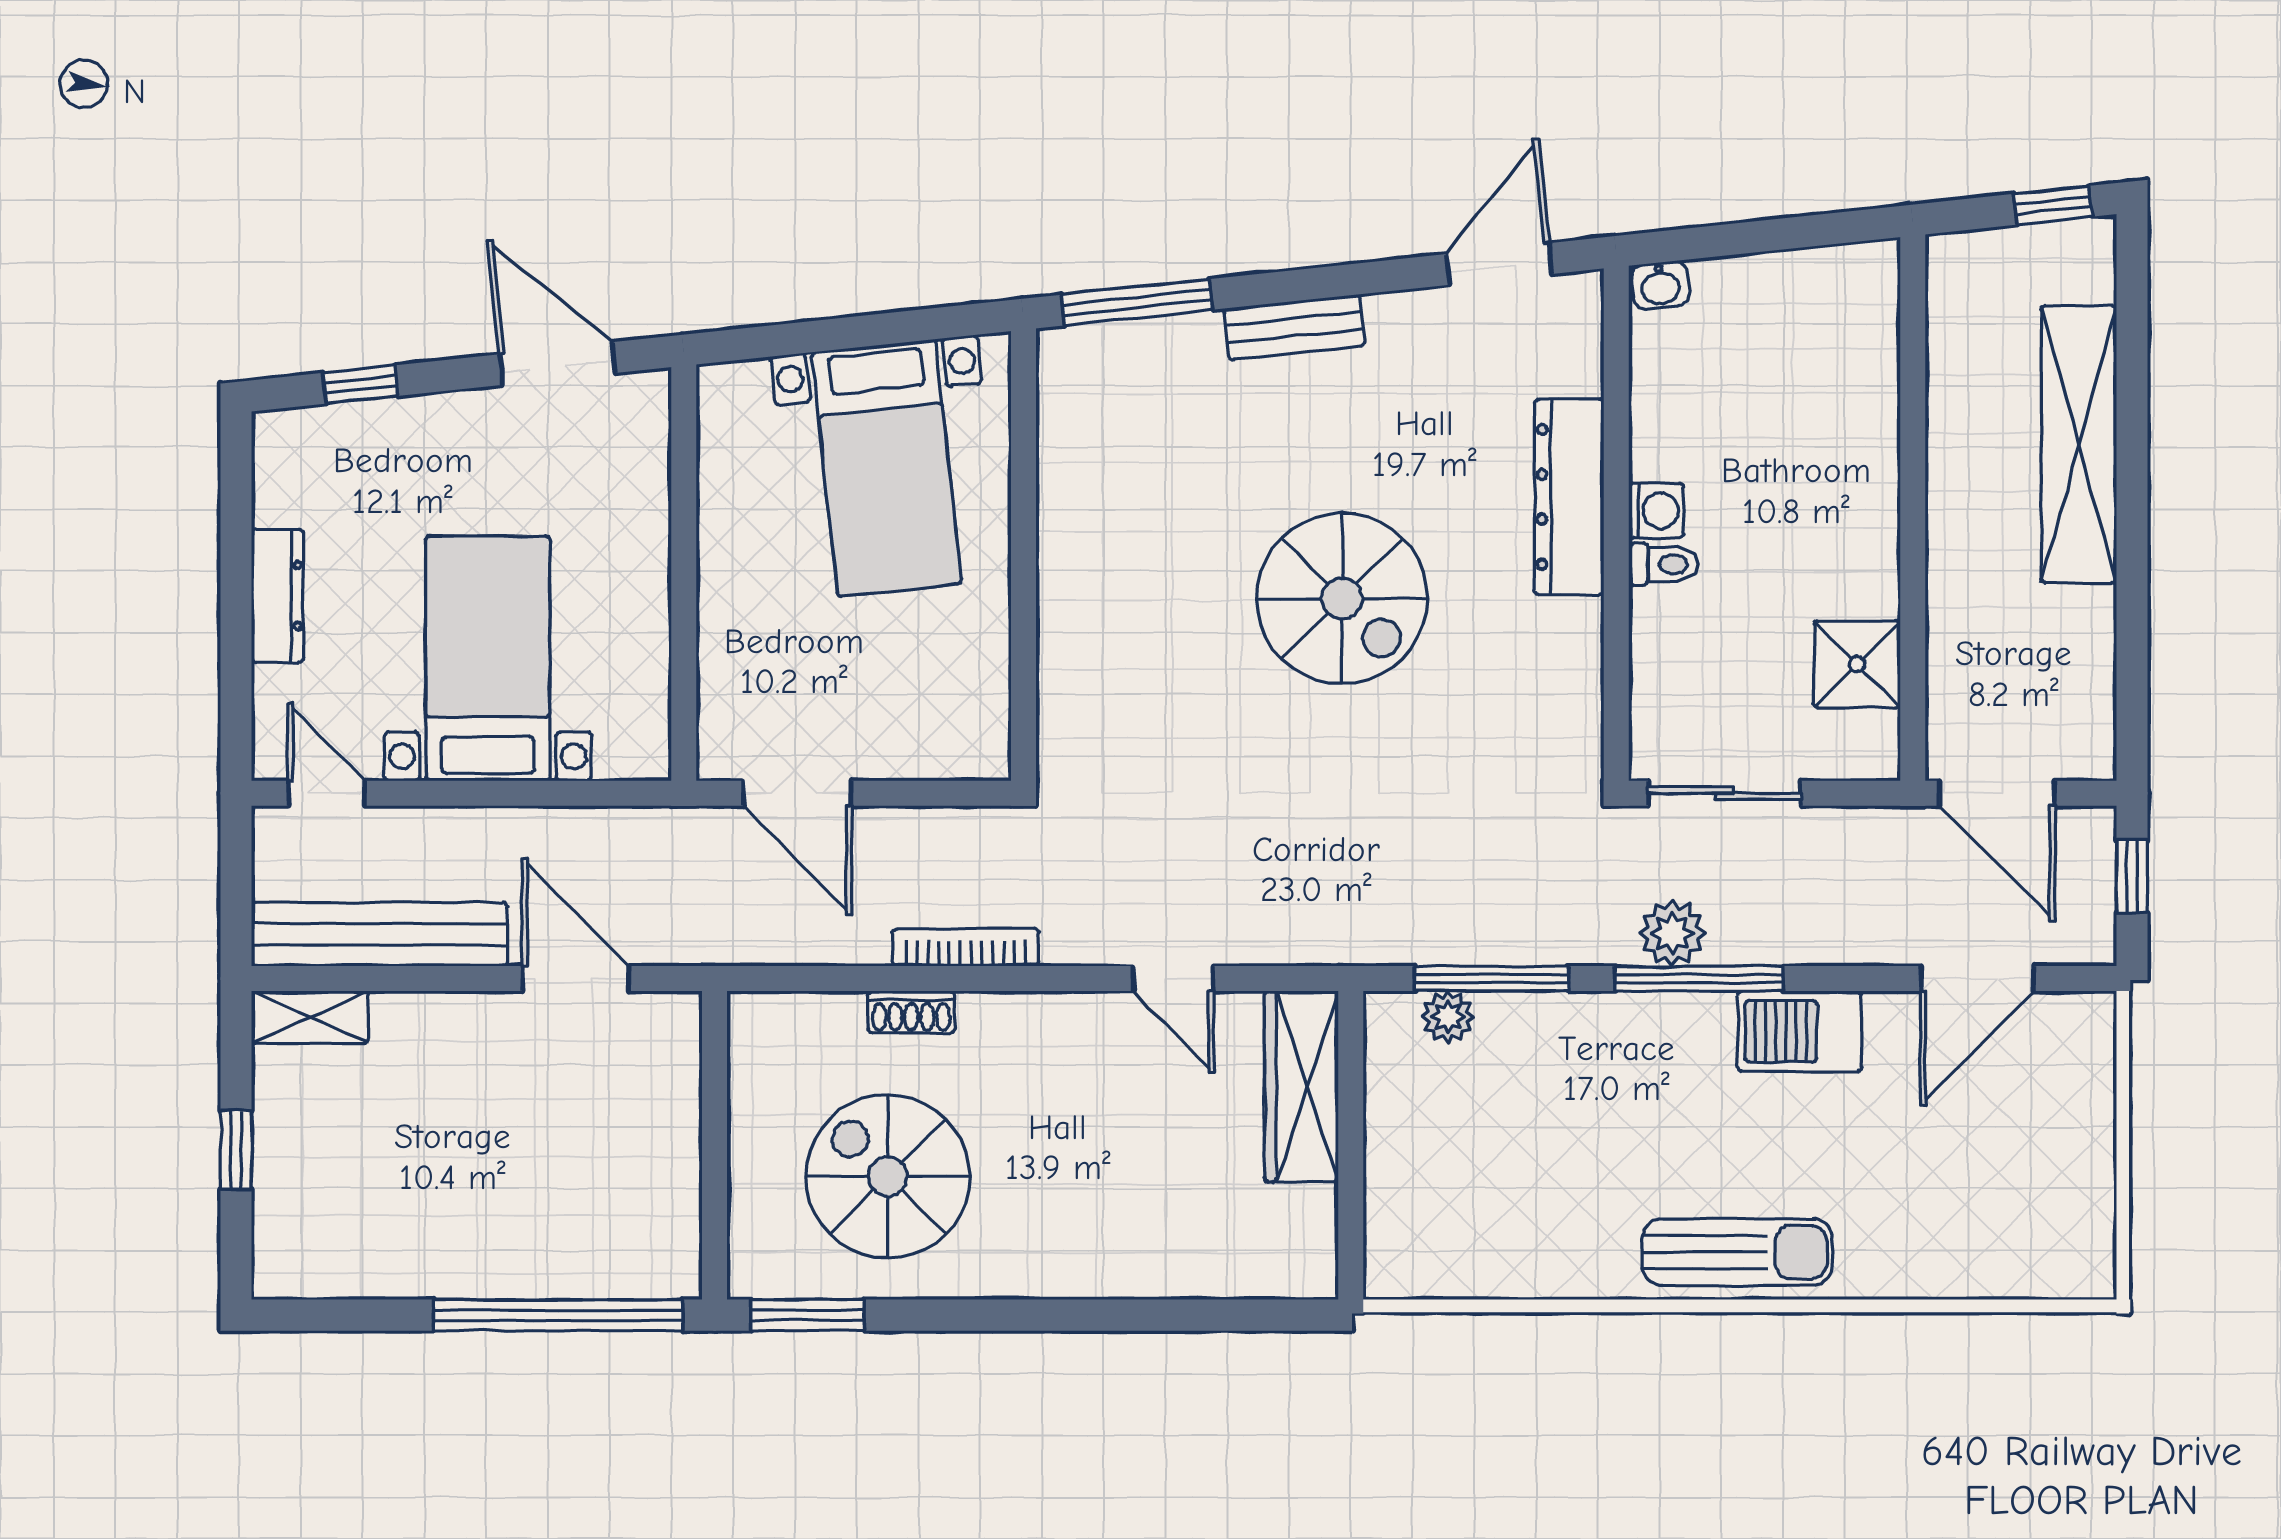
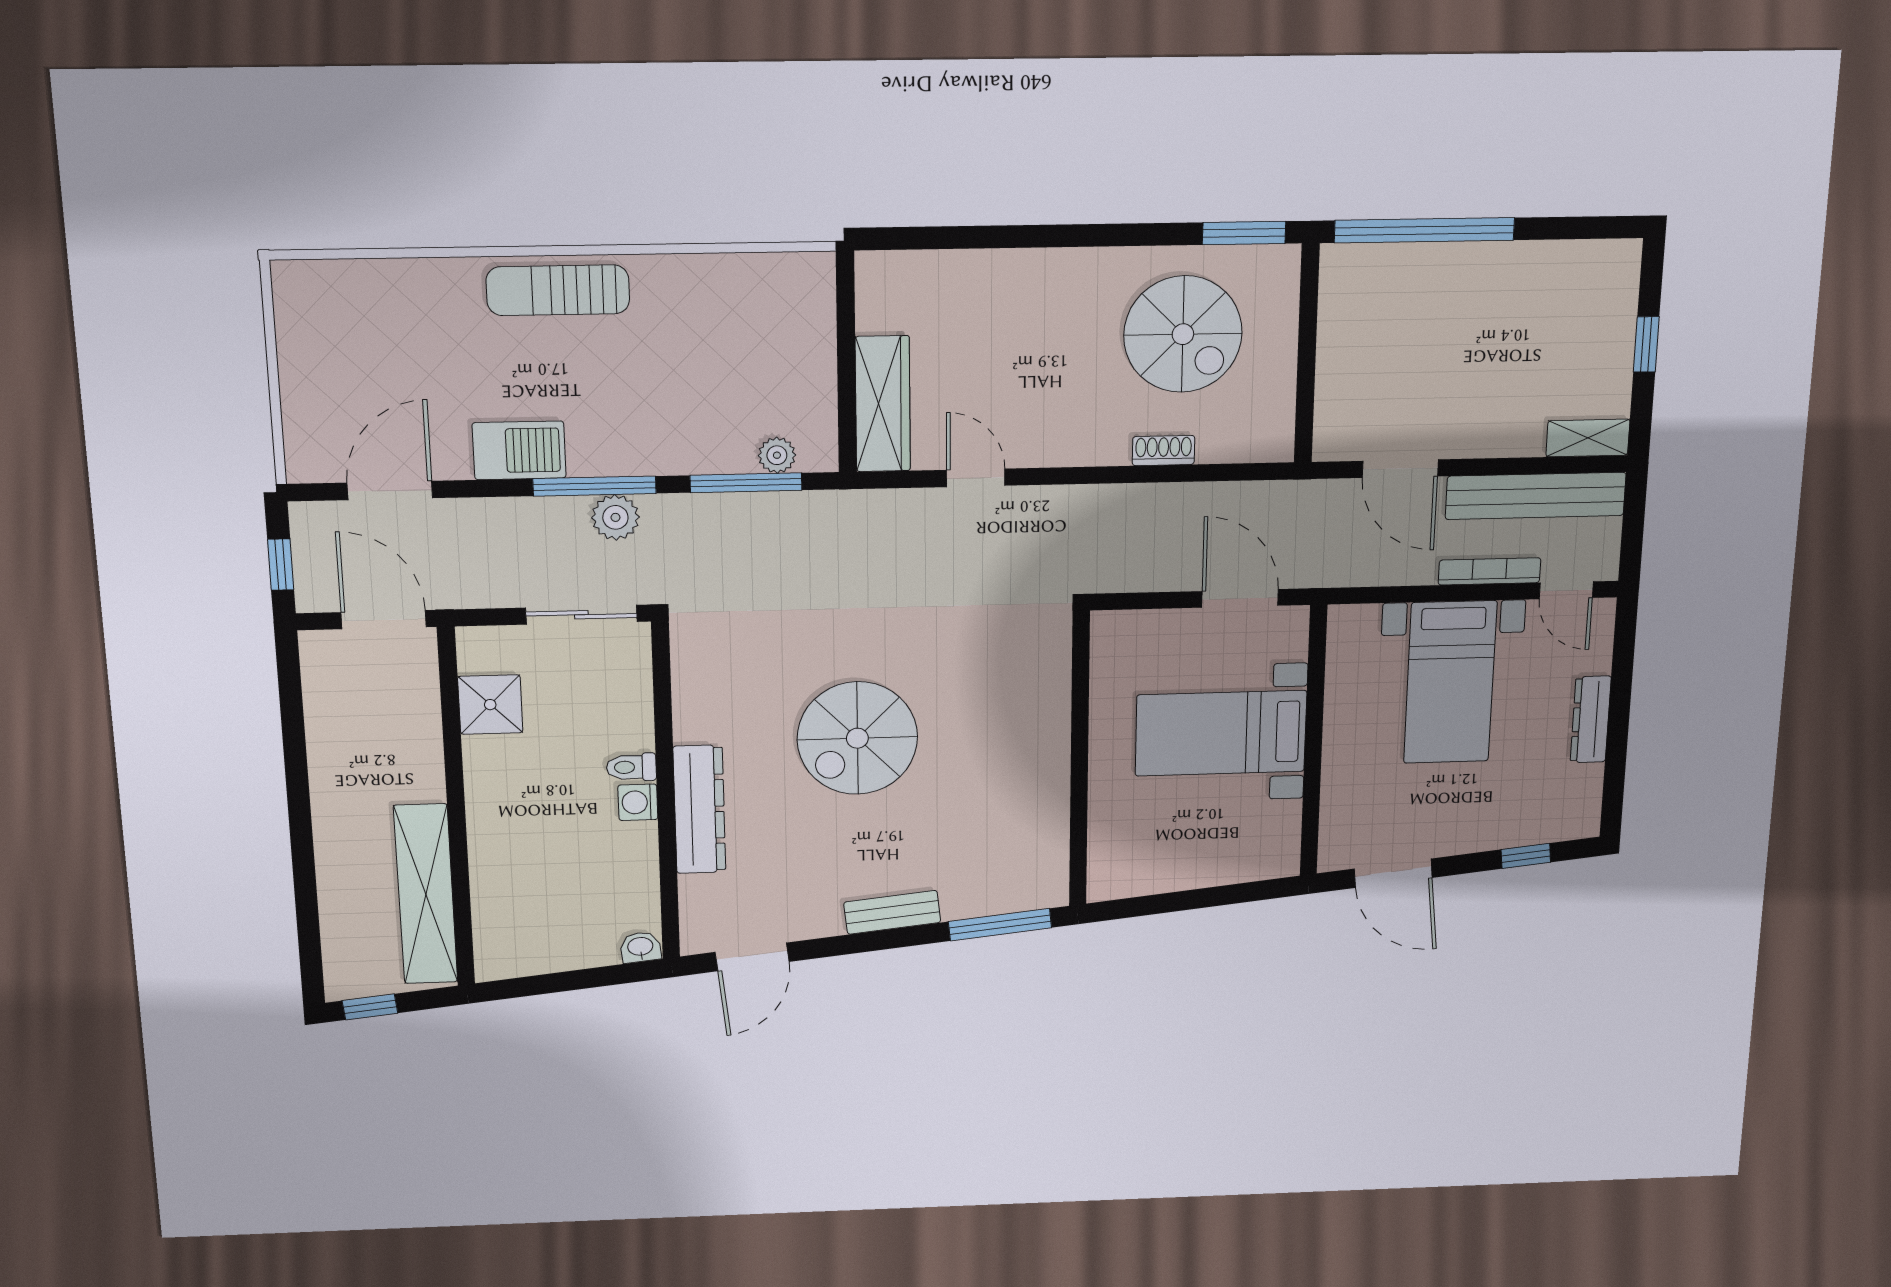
shelving: (2079, 444) -> (426, 894), moved
bed with nightstands: (886, 468) -> (1221, 733), moved, turned -84
spiral stairs: (1342, 599) -> (857, 738), turned -90
bookcase: (966, 947) -> (1489, 571), moved, turned 180

